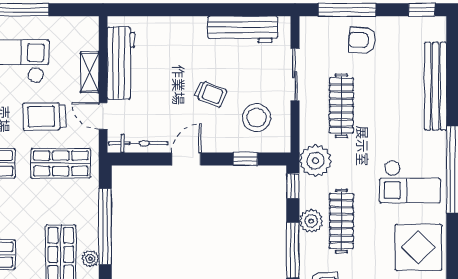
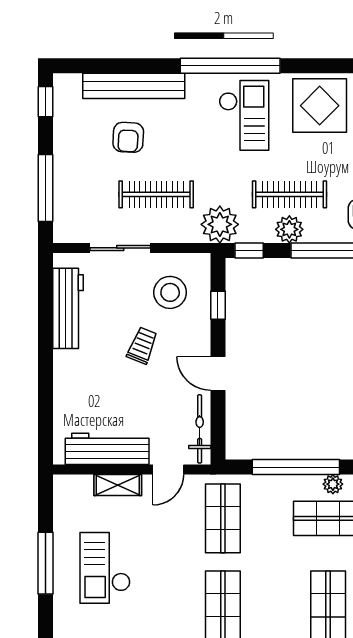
armchair: (362, 40) -> (128, 137), moved
trolley: (44, 116) -> (169, 538), removed

